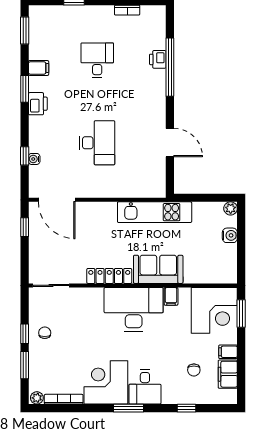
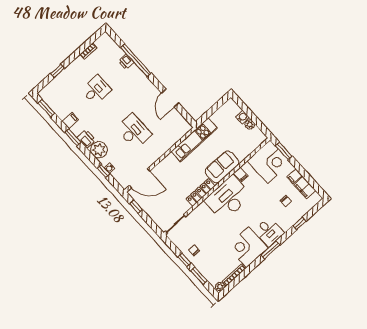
desk: (97, 60) -> (96, 90), turned 90
plant: (41, 128) -> (99, 150), added
door: (170, 143) -> (170, 98), swing flipped
plant: (231, 208) -> (250, 125), moved

